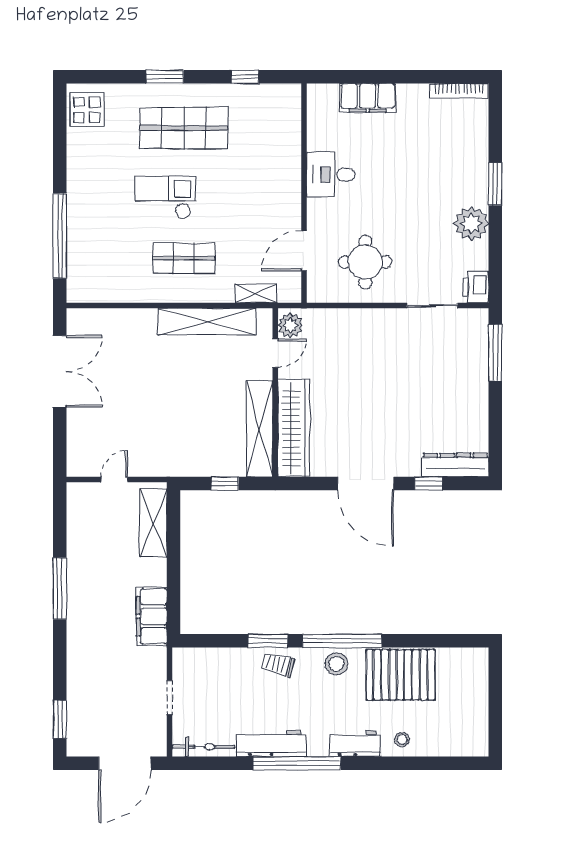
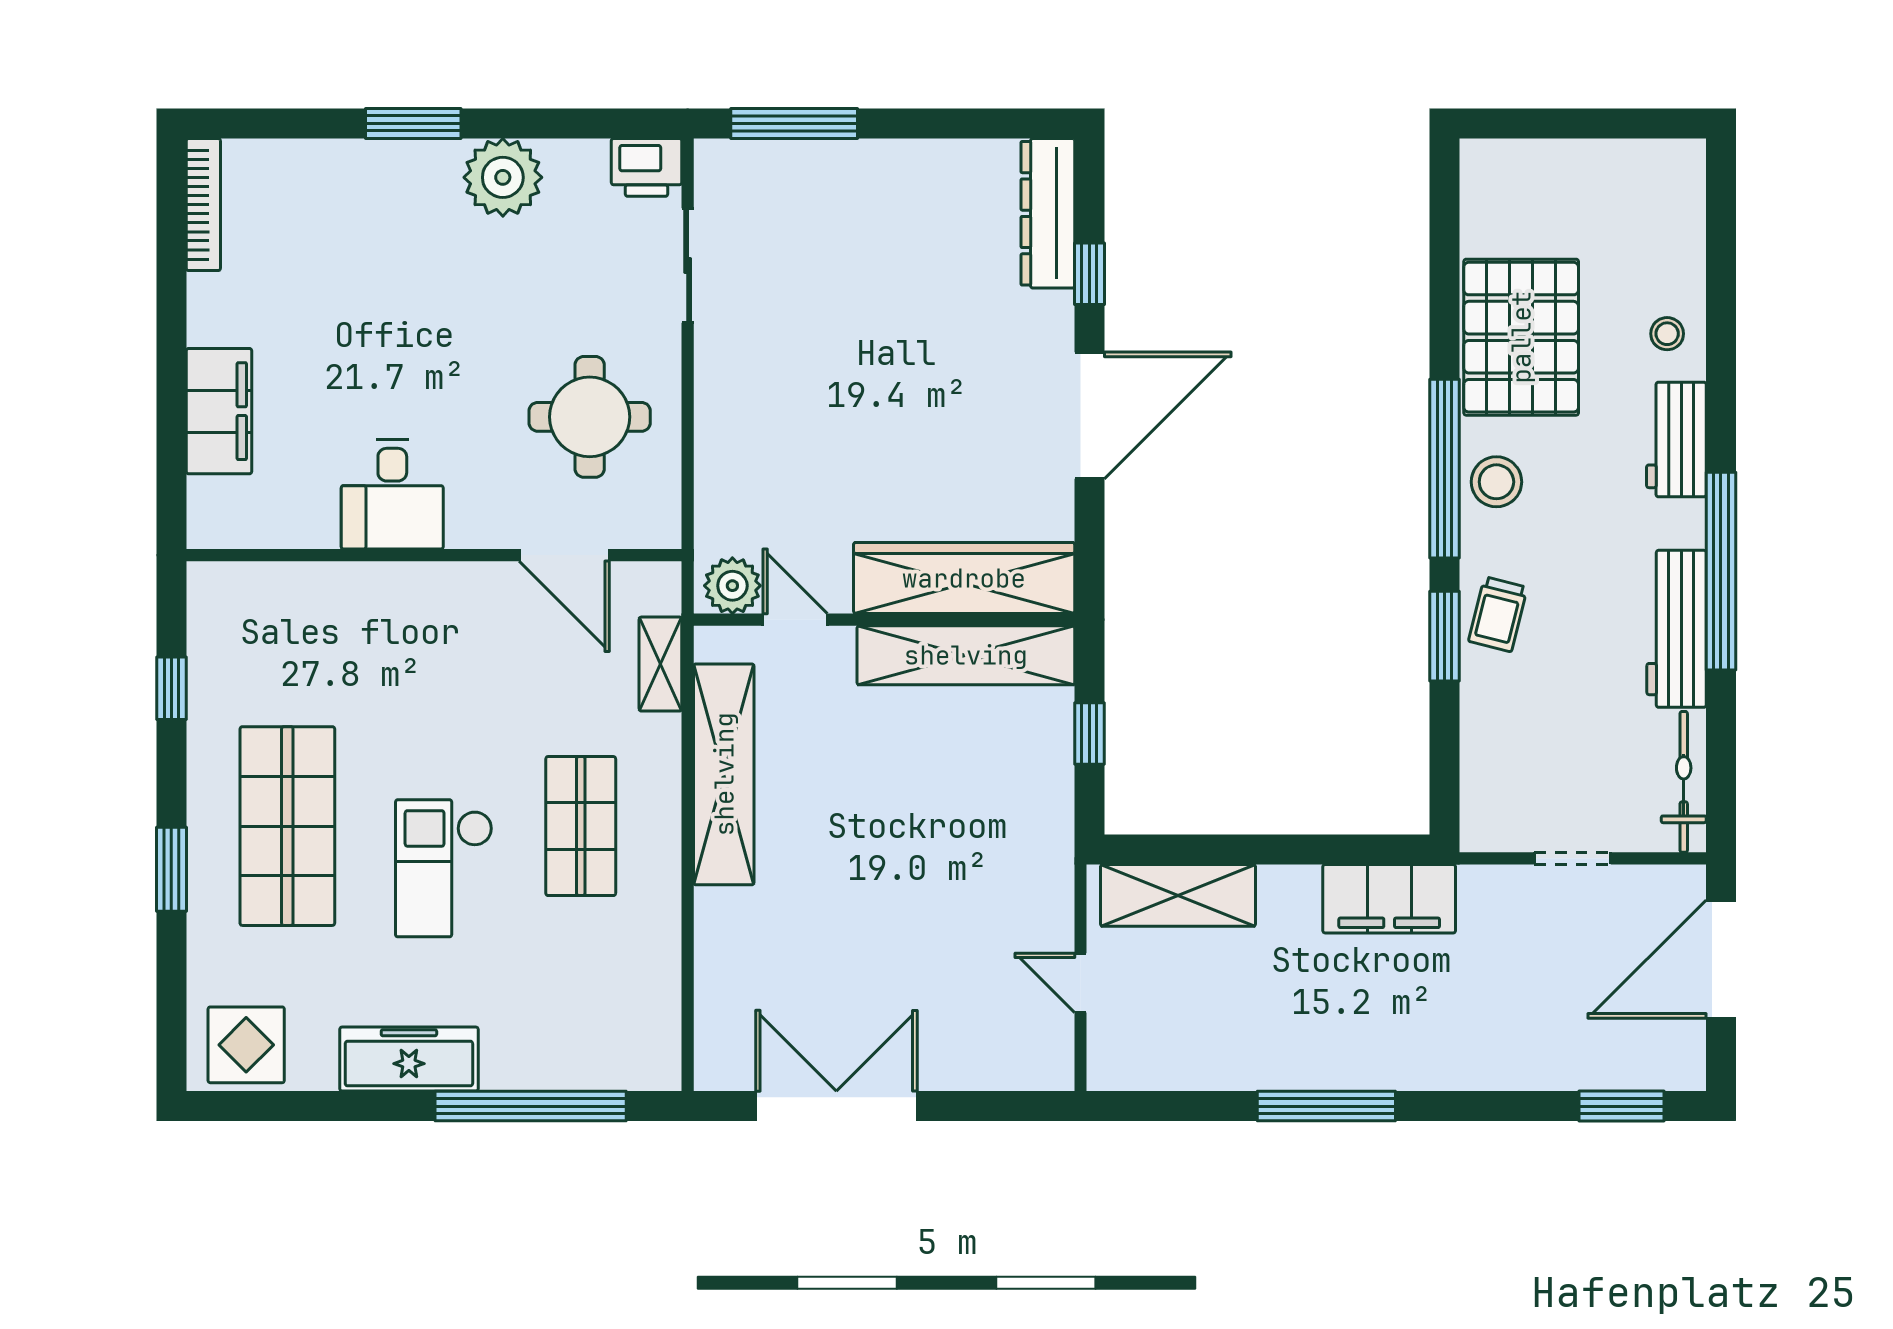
freezer: (81, 182) -> (409, 1059), added
door: (125, 763) -> (1721, 959), swing flipped

